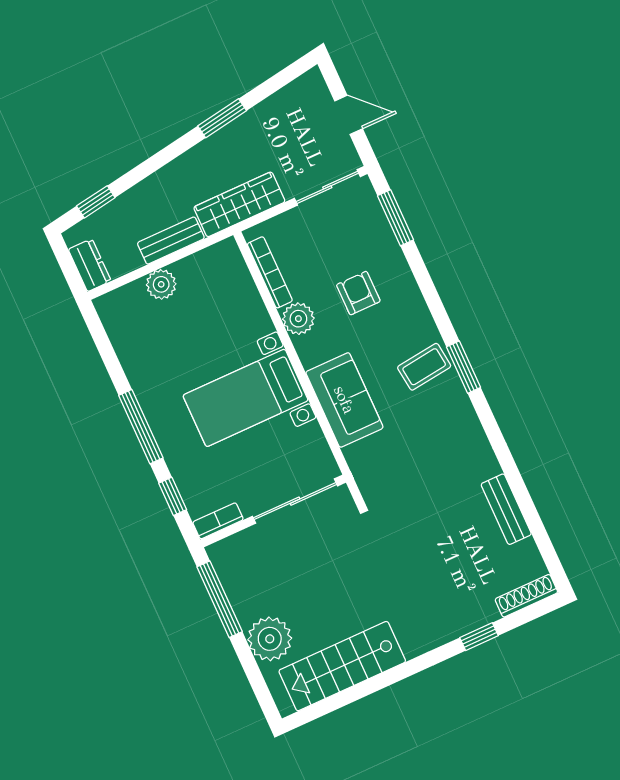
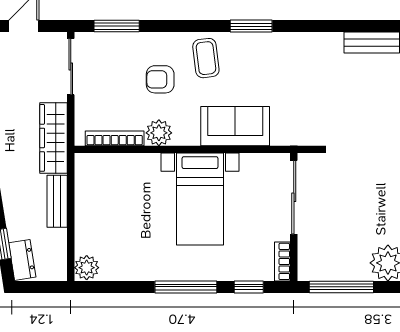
dresser: (90, 265) -> (22, 260), moved, turned 81
plant: (161, 284) -> (87, 268), moved
coffee table: (424, 367) -> (206, 58), moved

